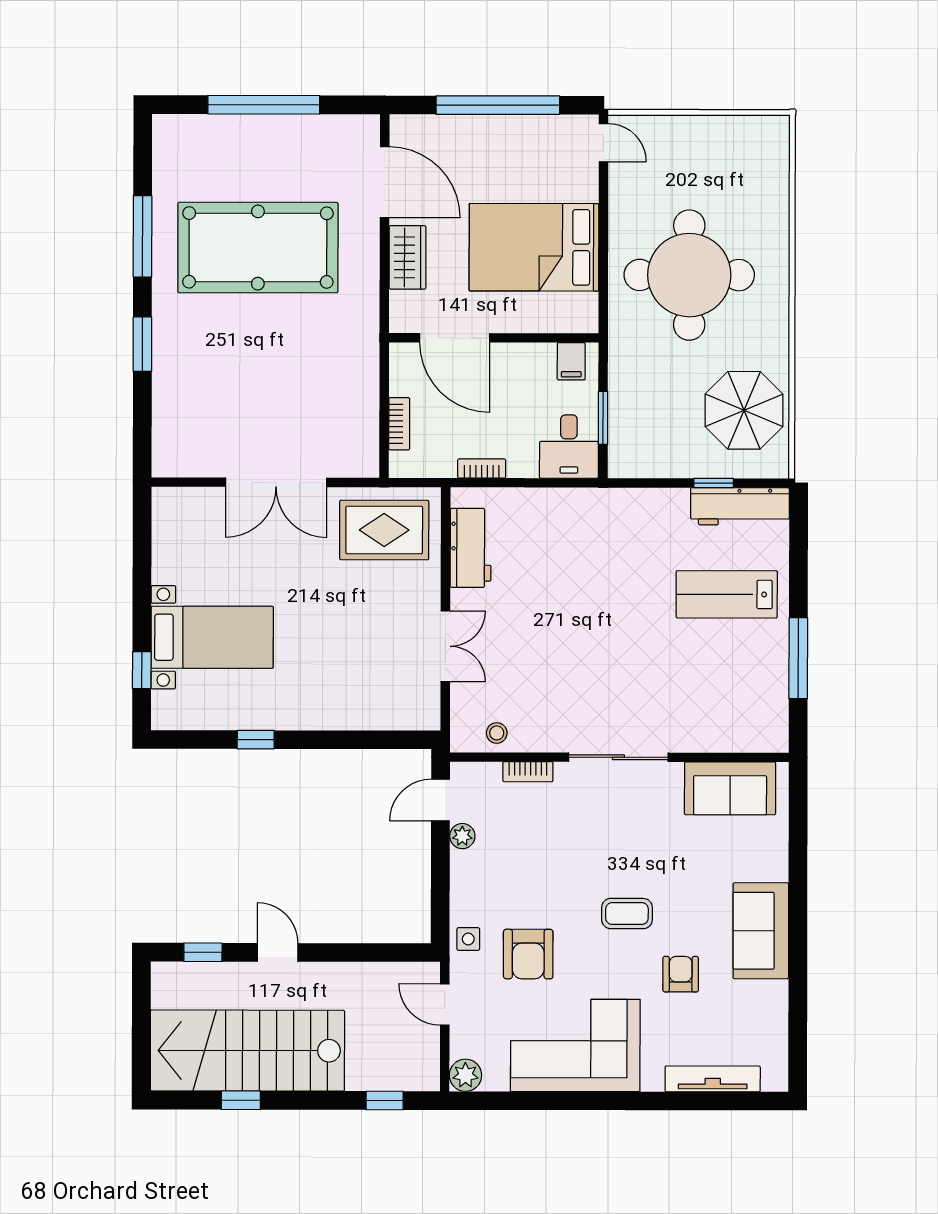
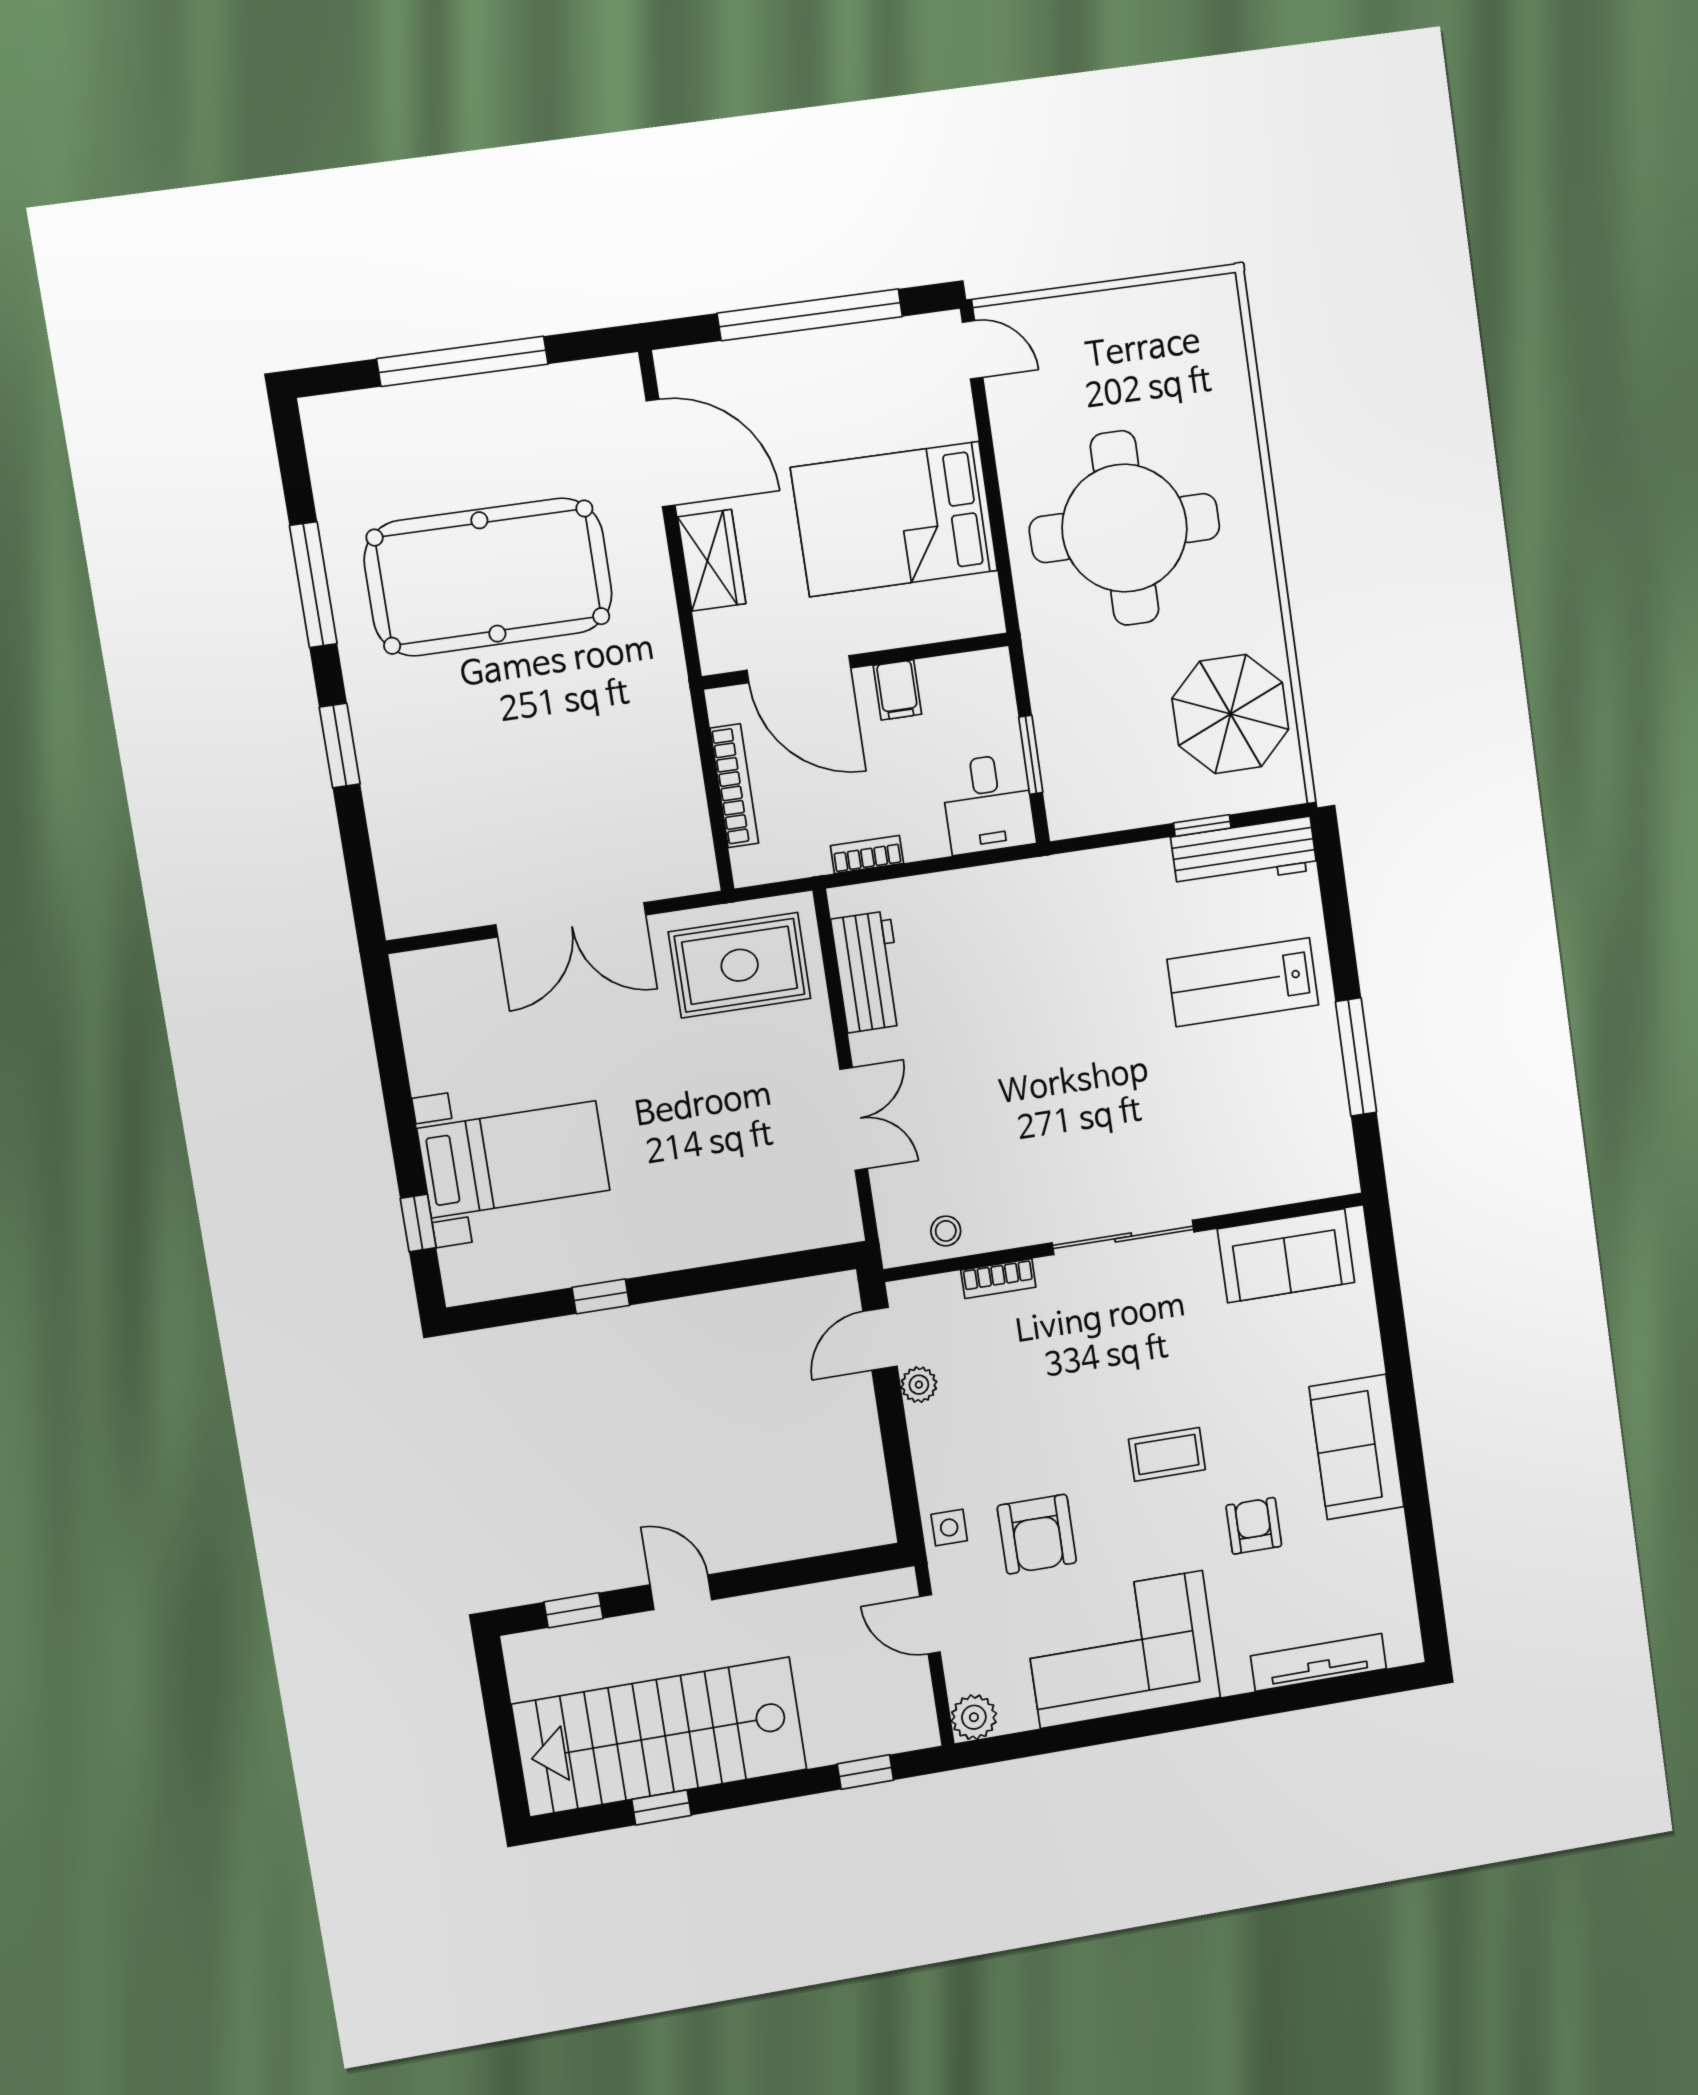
filing cabinet: (571, 361) -> (897, 690), moved
bookcase: (399, 424) -> (734, 786), width x1.56

